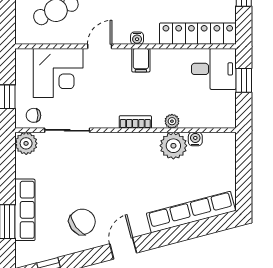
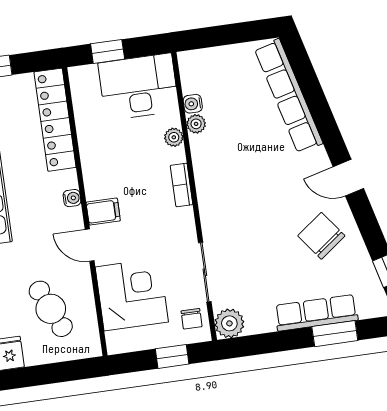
filing cabinet: (141, 60) -> (103, 212), moved
desk: (214, 69) -> (139, 87), moved, width x1.37
plant: (173, 146) -> (196, 124), width x0.53, depth x0.53

